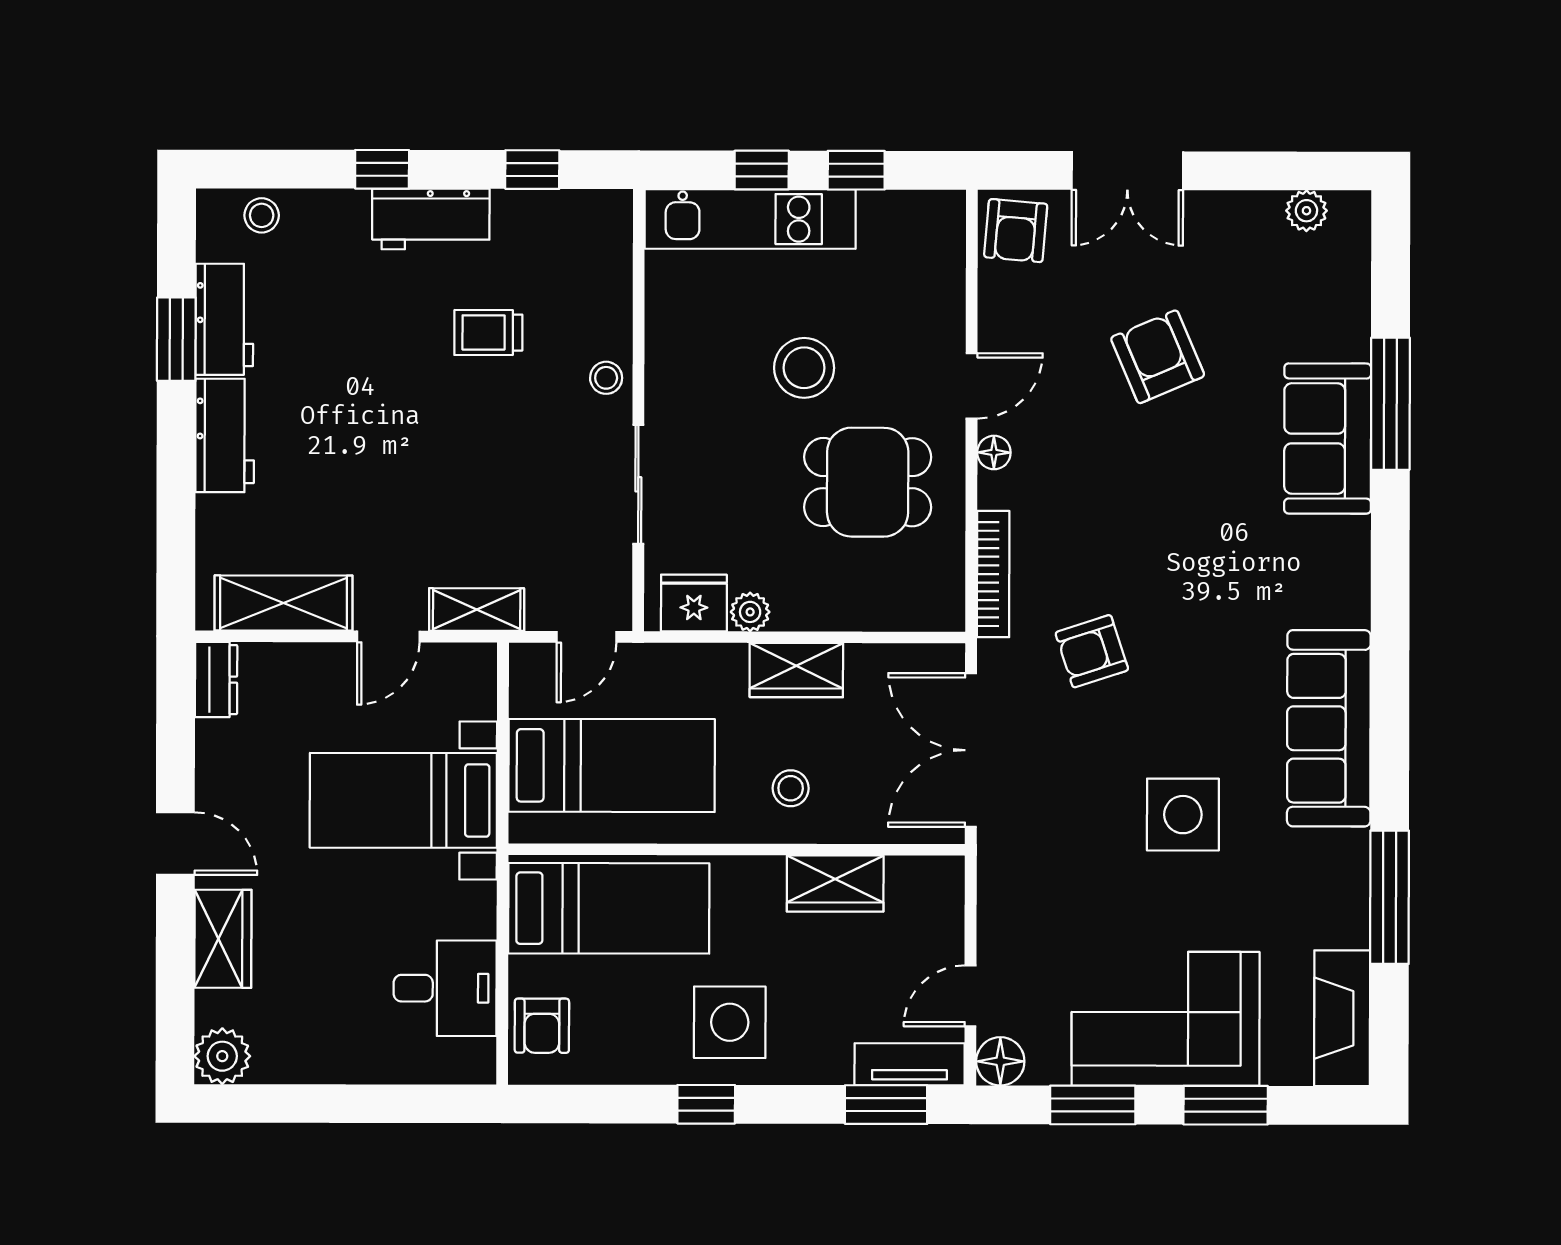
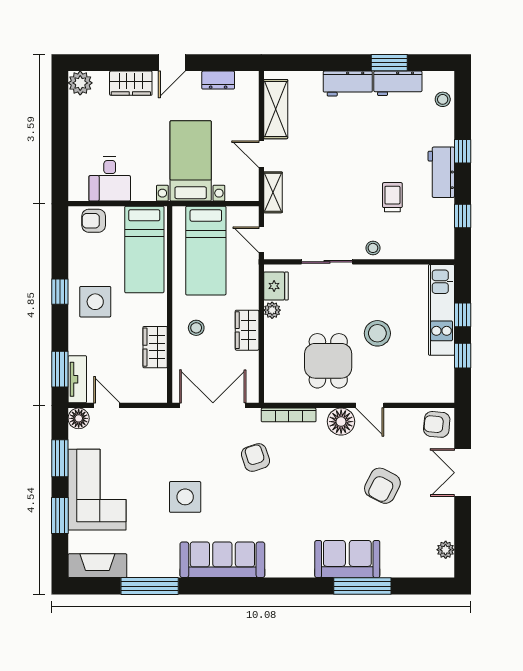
armchair: (1158, 357) -> (382, 486), turned 140
floor lamp: (994, 452) -> (341, 422), width x1.89, depth x1.89
dresser: (216, 680) -> (218, 80), moved

